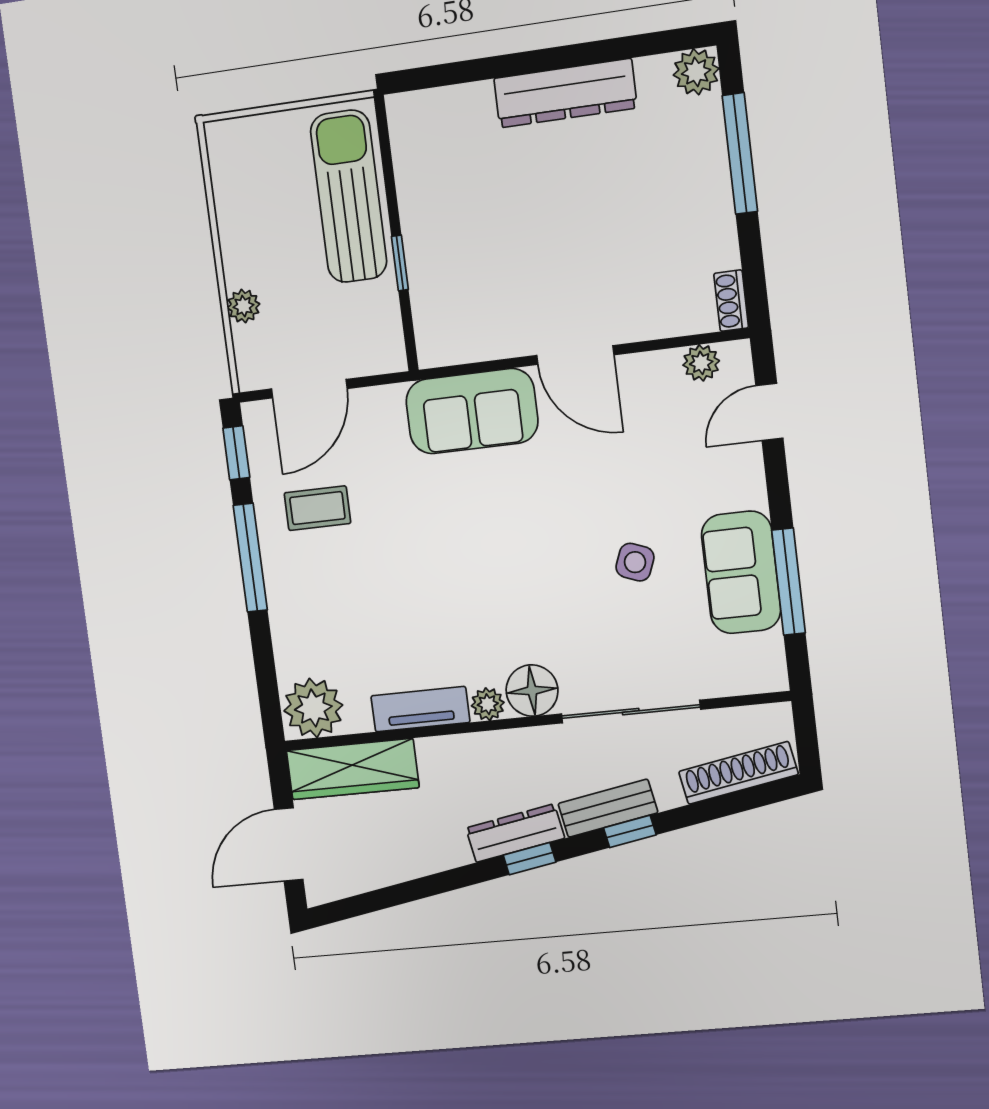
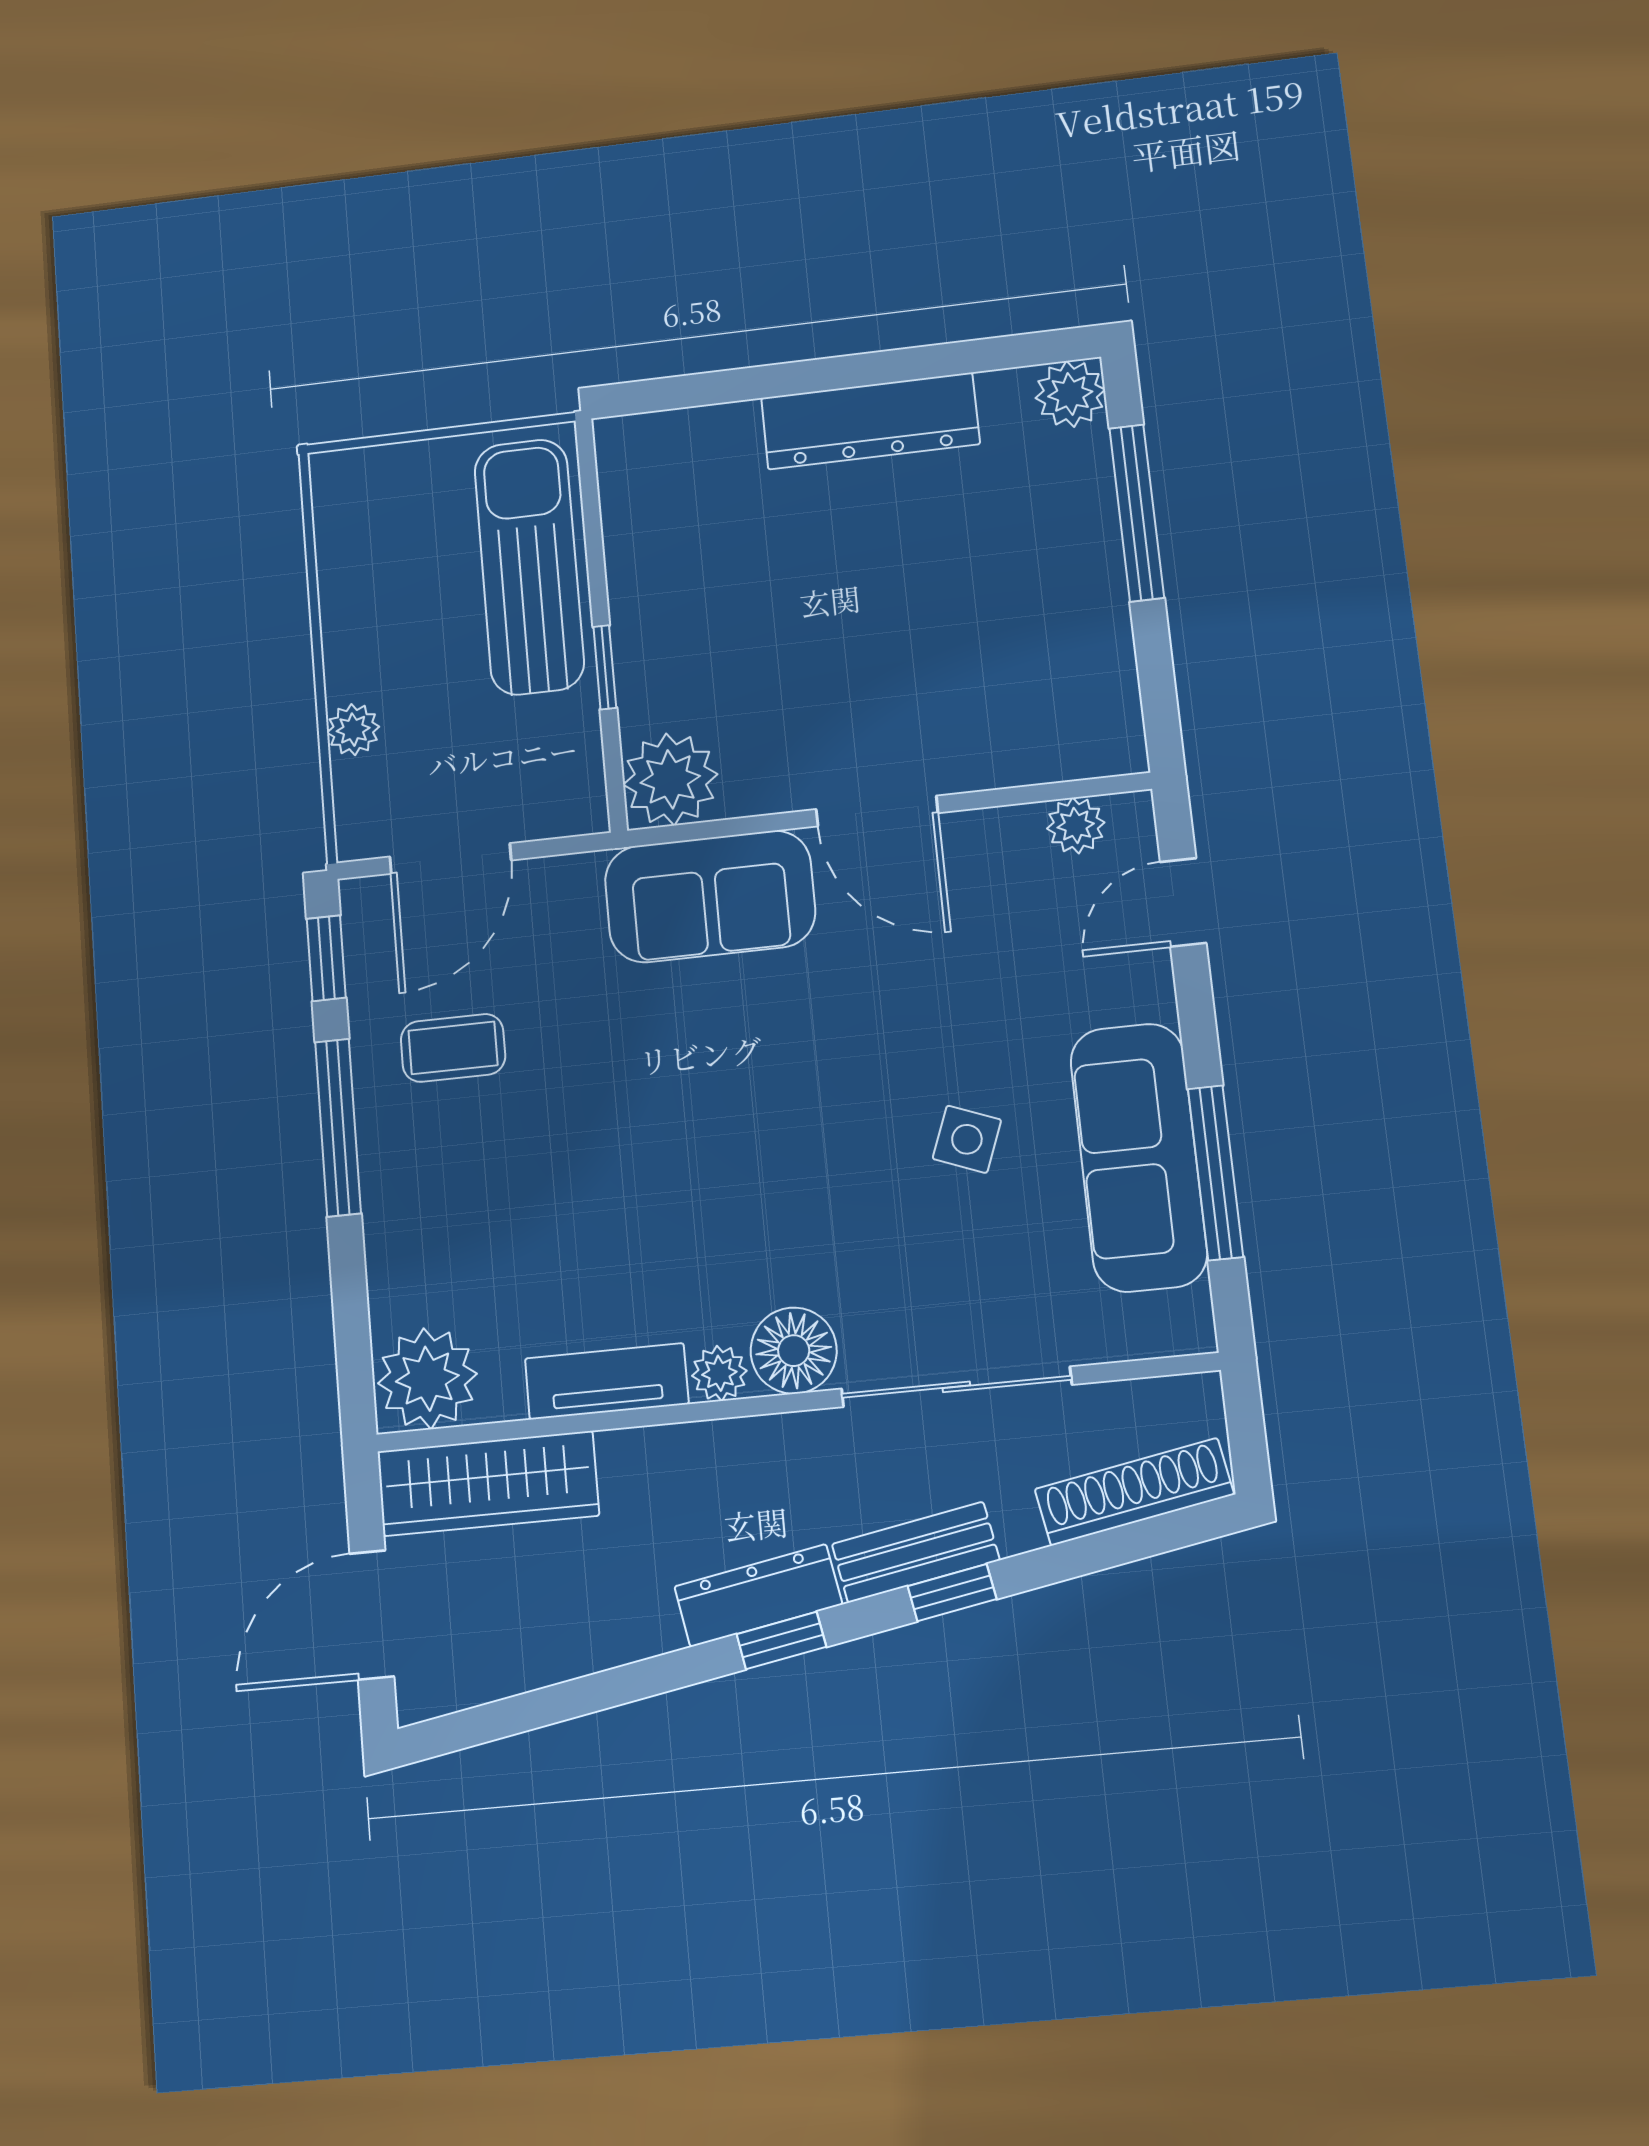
shoe rack: (731, 301) -> (1123, 731), removed
plant: (444, 336) -> (670, 779), added
sofa: (741, 572) -> (1139, 1157), width x1.36

